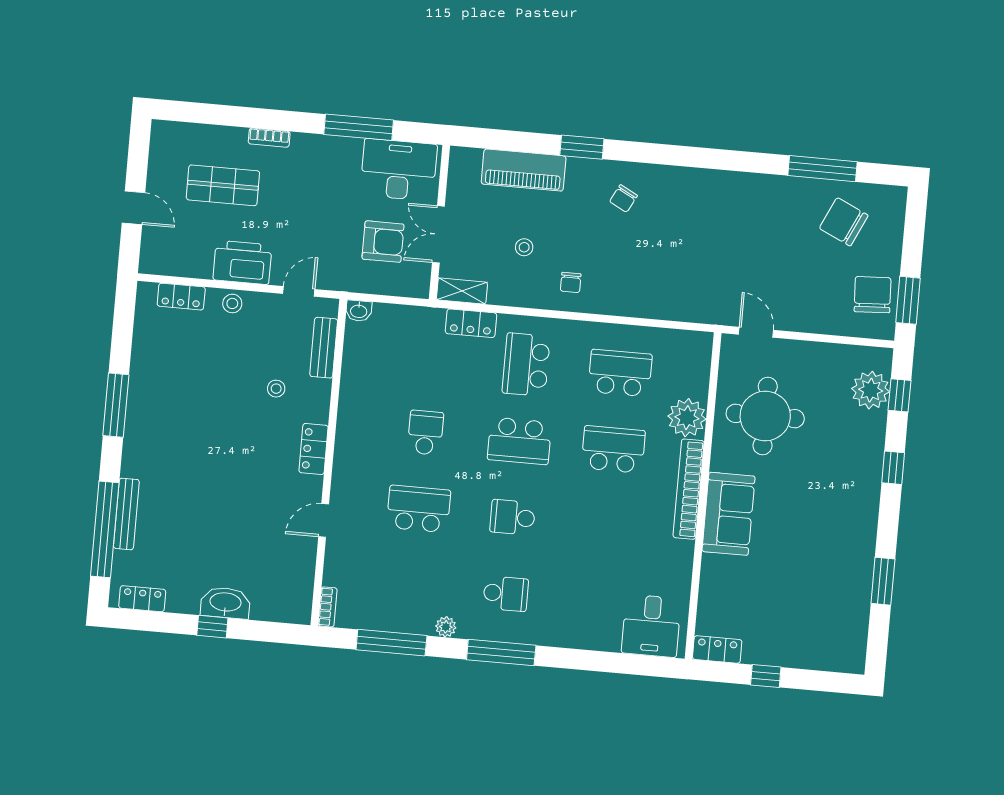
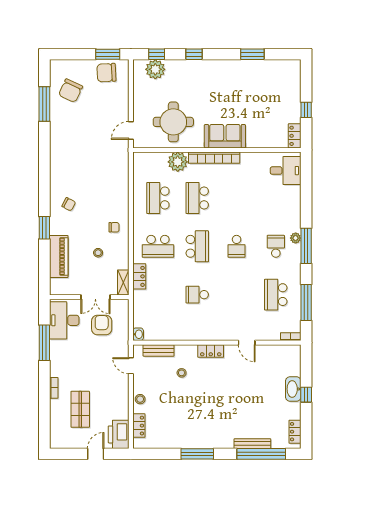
printer: (242, 262) -> (119, 434), moved
school desk: (419, 509) -> (276, 295), moved
plant: (446, 627) -> (296, 238), moved

